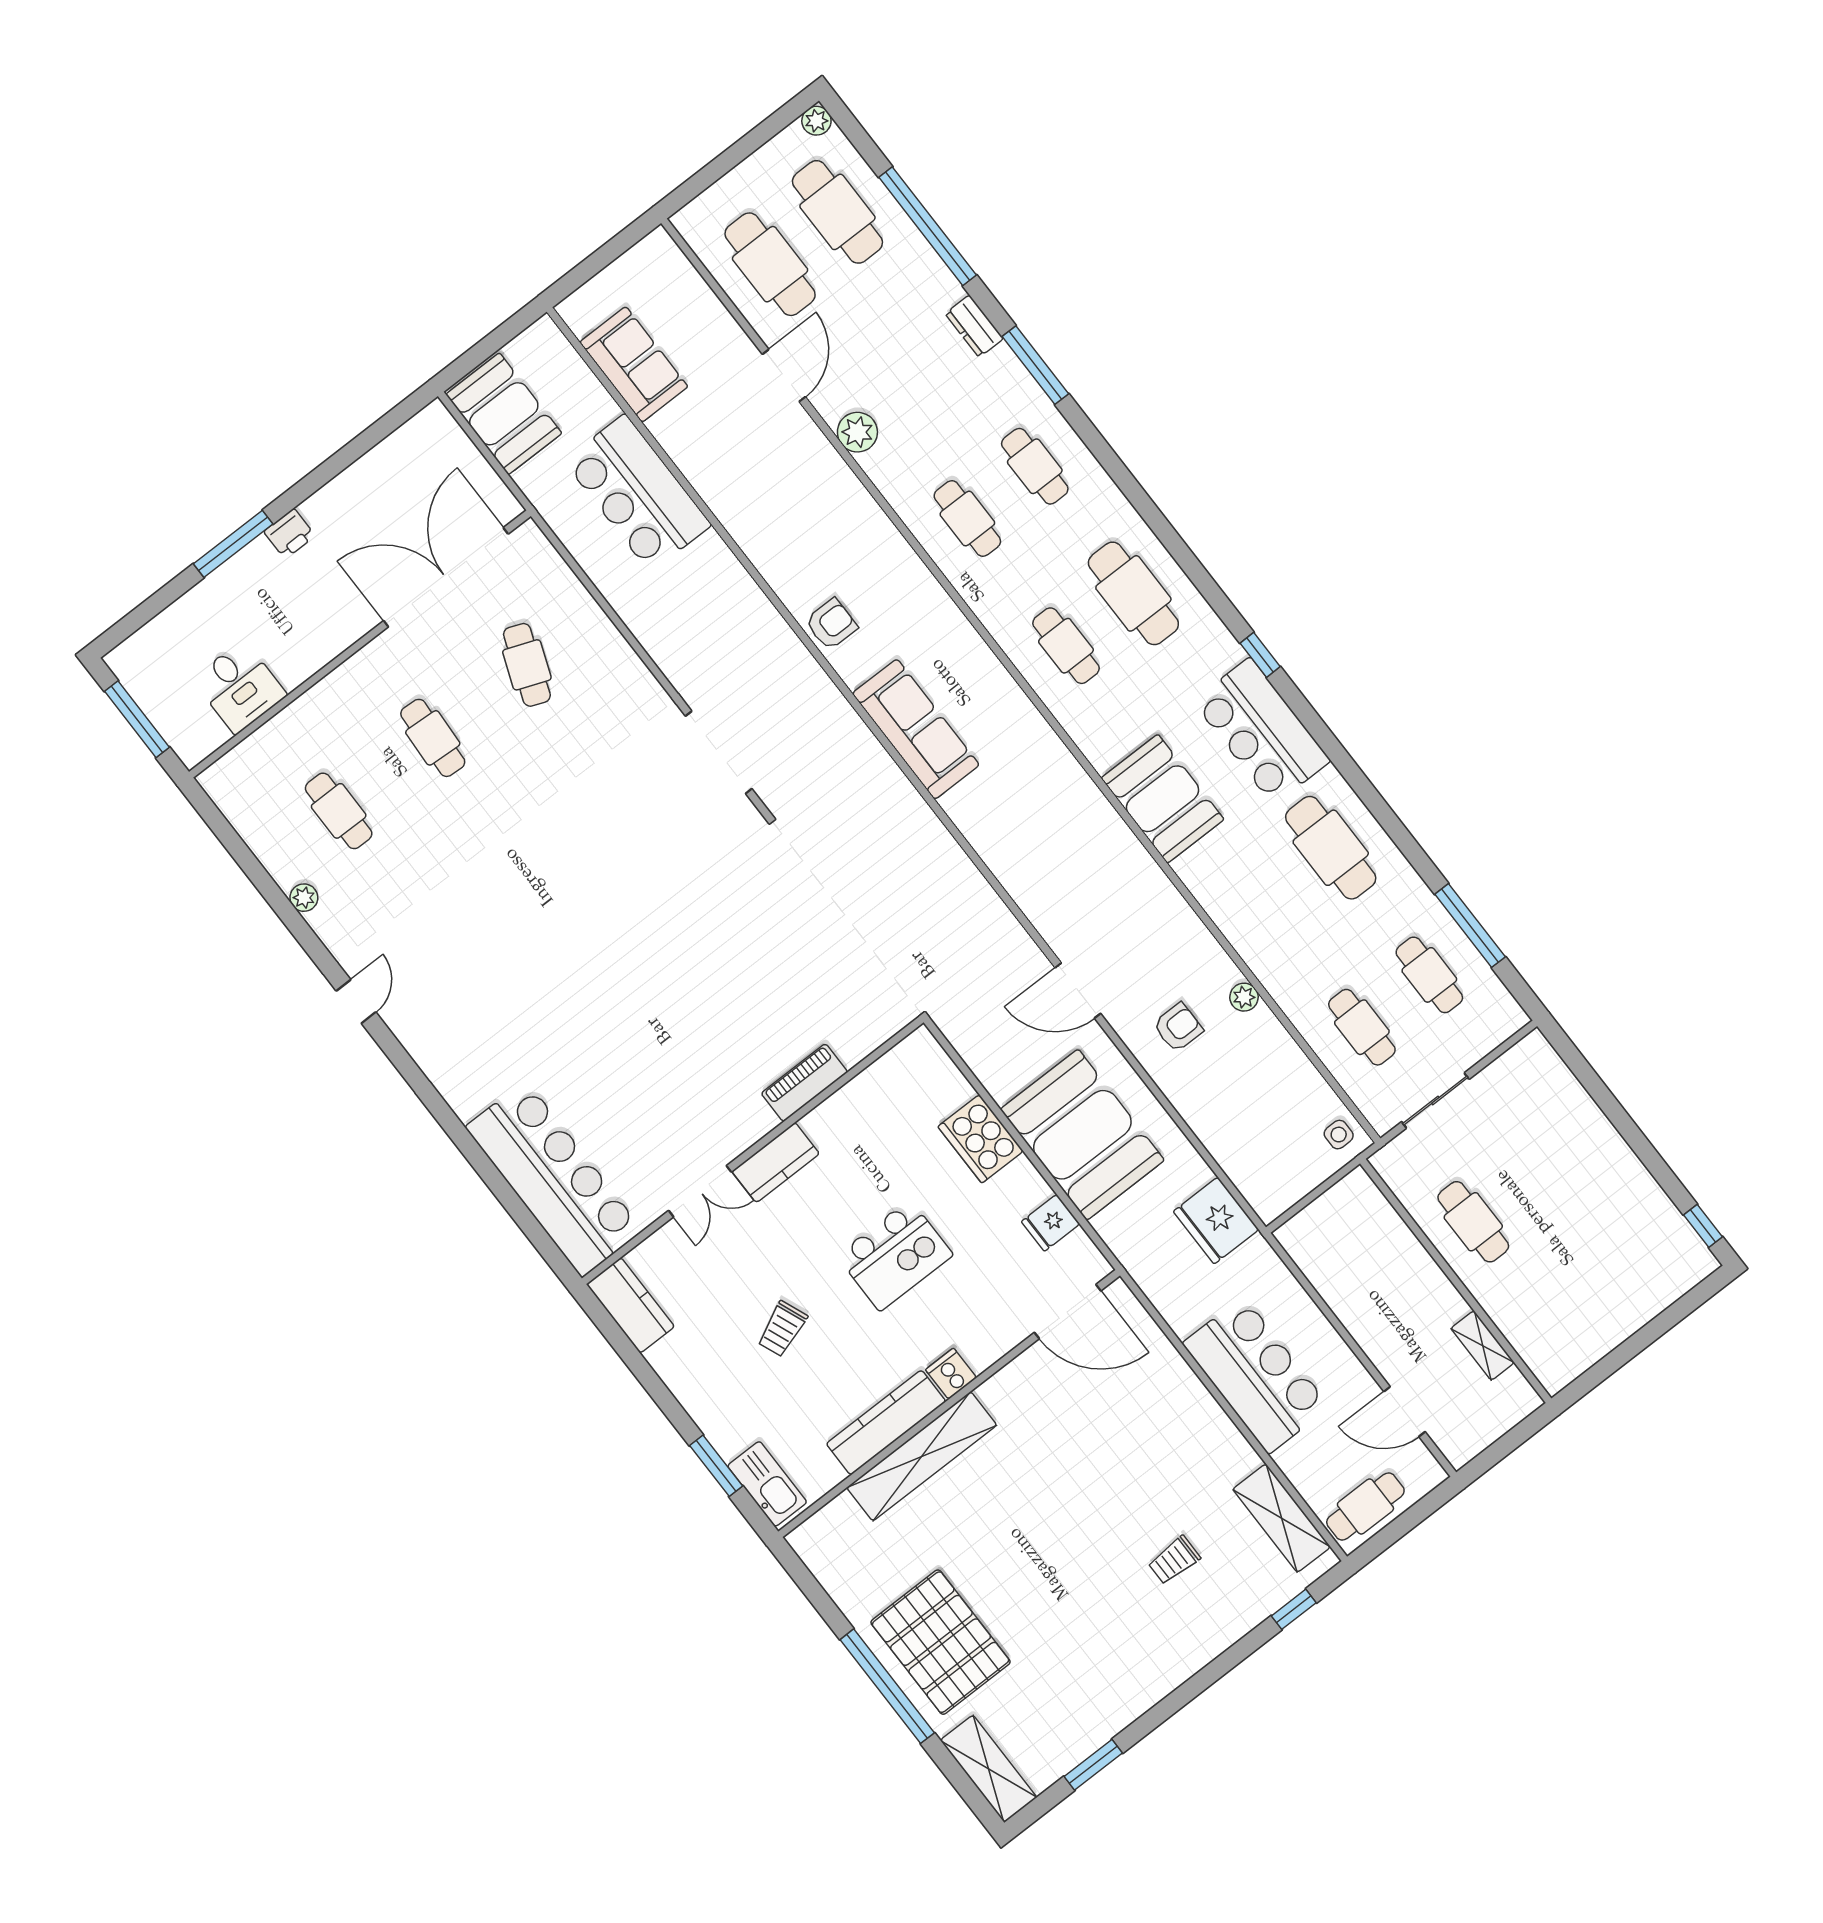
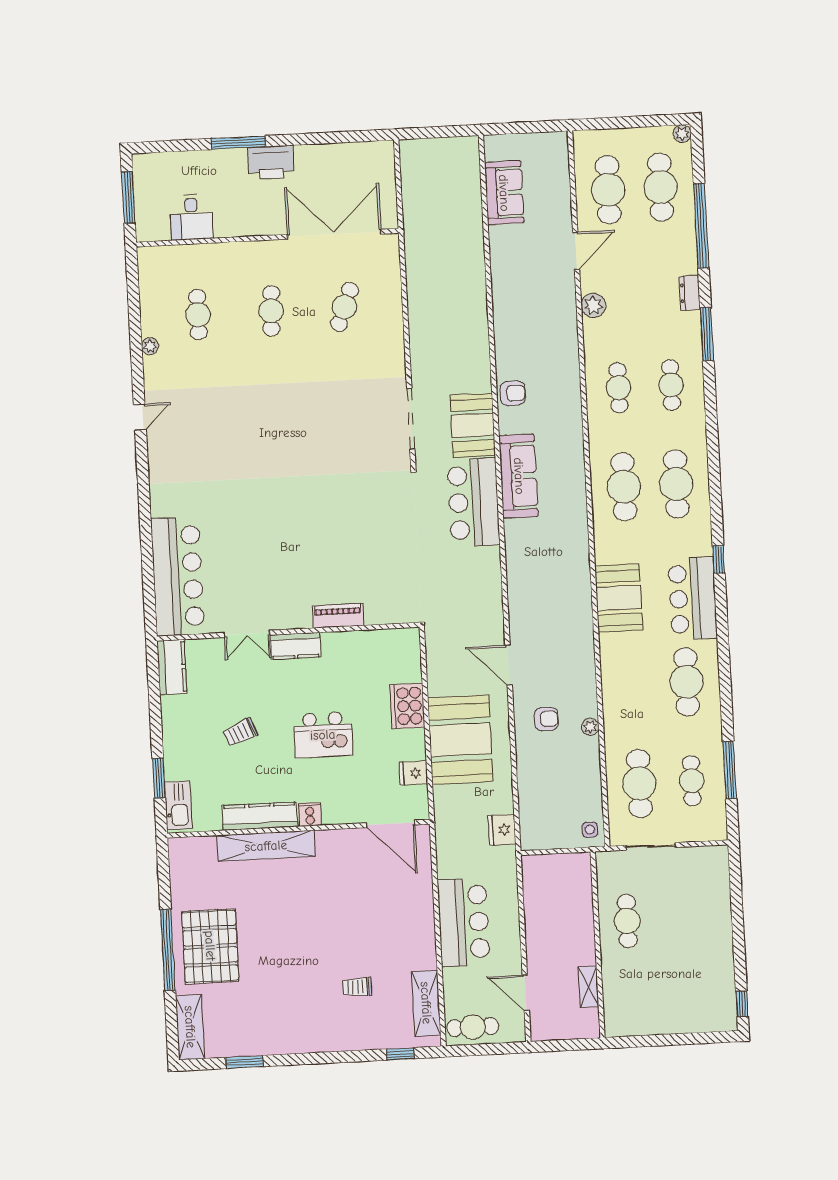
booth: (504, 414) -> (473, 425), moved
bar counter: (638, 493) -> (474, 502), moved
printer: (289, 534) -> (271, 162), width x1.87, depth x1.48
cafe table: (1066, 646) -> (624, 487), width x1.37, depth x1.35
cafe table: (1362, 1027) -> (639, 783), width x1.37, depth x1.35
fridge: (1216, 1221) -> (502, 830), width x0.73, depth x0.75

